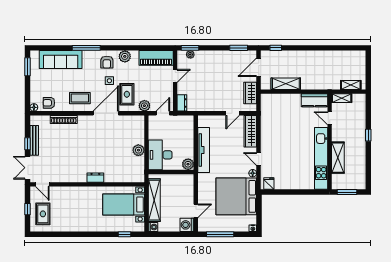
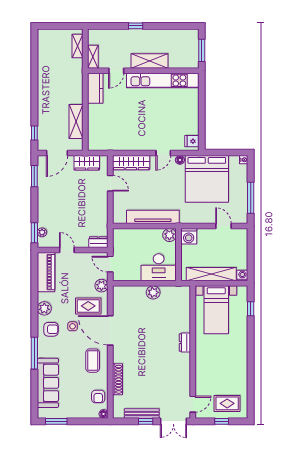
door: (259, 67) -> (57, 153), hinge flipped
shelving: (338, 158) -> (149, 61), moved
washing machine: (187, 225) -> (189, 236), moved

